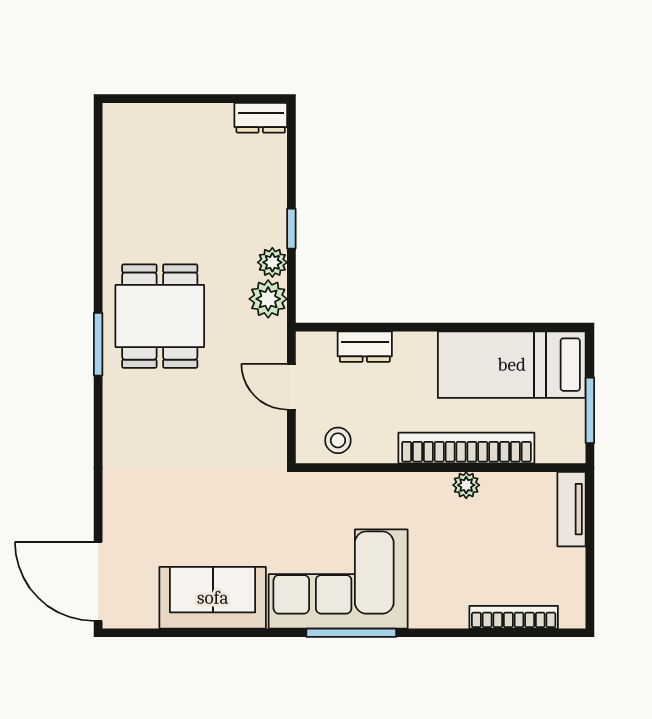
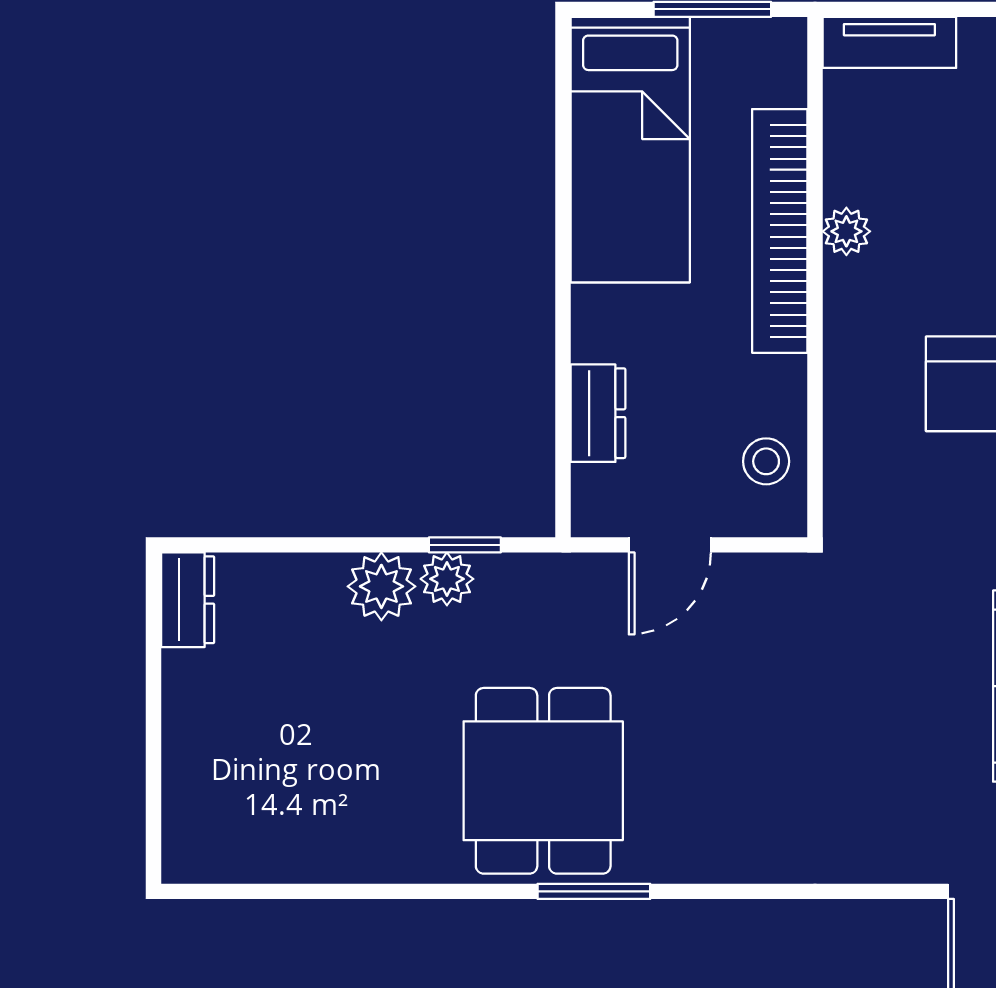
window: (291, 229) -> (465, 545), moved
plant: (268, 299) -> (381, 586), moved
dining table: (160, 316) -> (543, 781), turned 90

